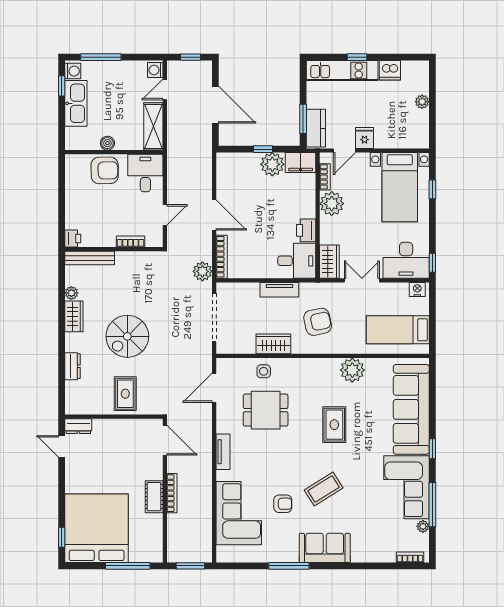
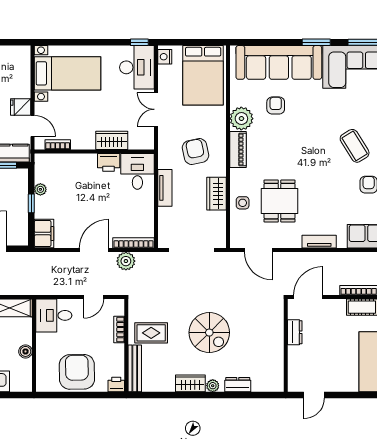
filing cabinet: (301, 163) -> (44, 234), moved
plant: (272, 164) -> (40, 189), width x0.53, depth x0.53
armchair: (105, 170) -> (77, 372), moved, width x1.36, depth x1.36
window: (432, 189) -> (70, 42), removed
plant: (332, 204) -> (83, 138), removed
door: (165, 215) -> (94, 297), swing flipped
wardrobe: (329, 262) -> (112, 140), moved
plant: (202, 271) -> (126, 261), moved
plant: (71, 293) -> (213, 386), moved
bed: (398, 330) -> (203, 75), width x1.50
piano: (320, 366) -> (238, 150), added
rug: (125, 394) -> (151, 333), moved
armchair: (366, 406) -> (276, 106), added
rug: (334, 425) -> (293, 136), removed
dresser: (78, 426) -> (295, 332), moved
window: (432, 449) -> (316, 42), width x1.50

